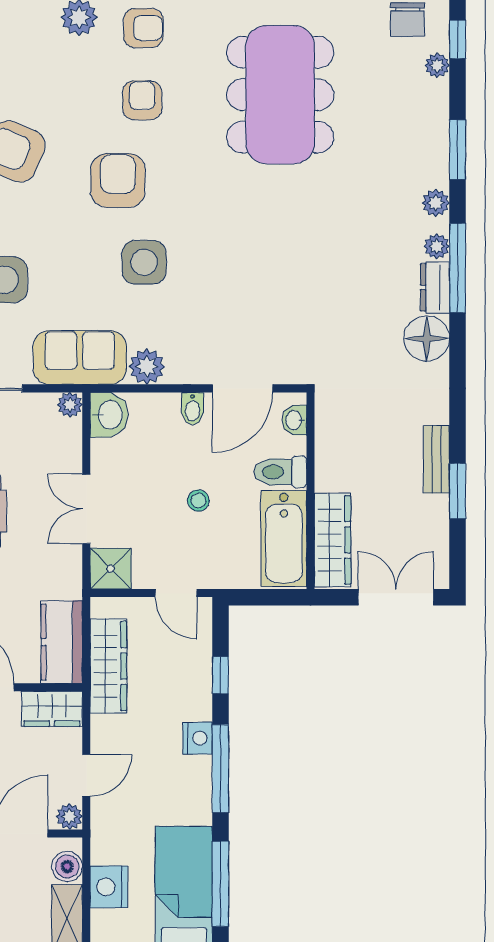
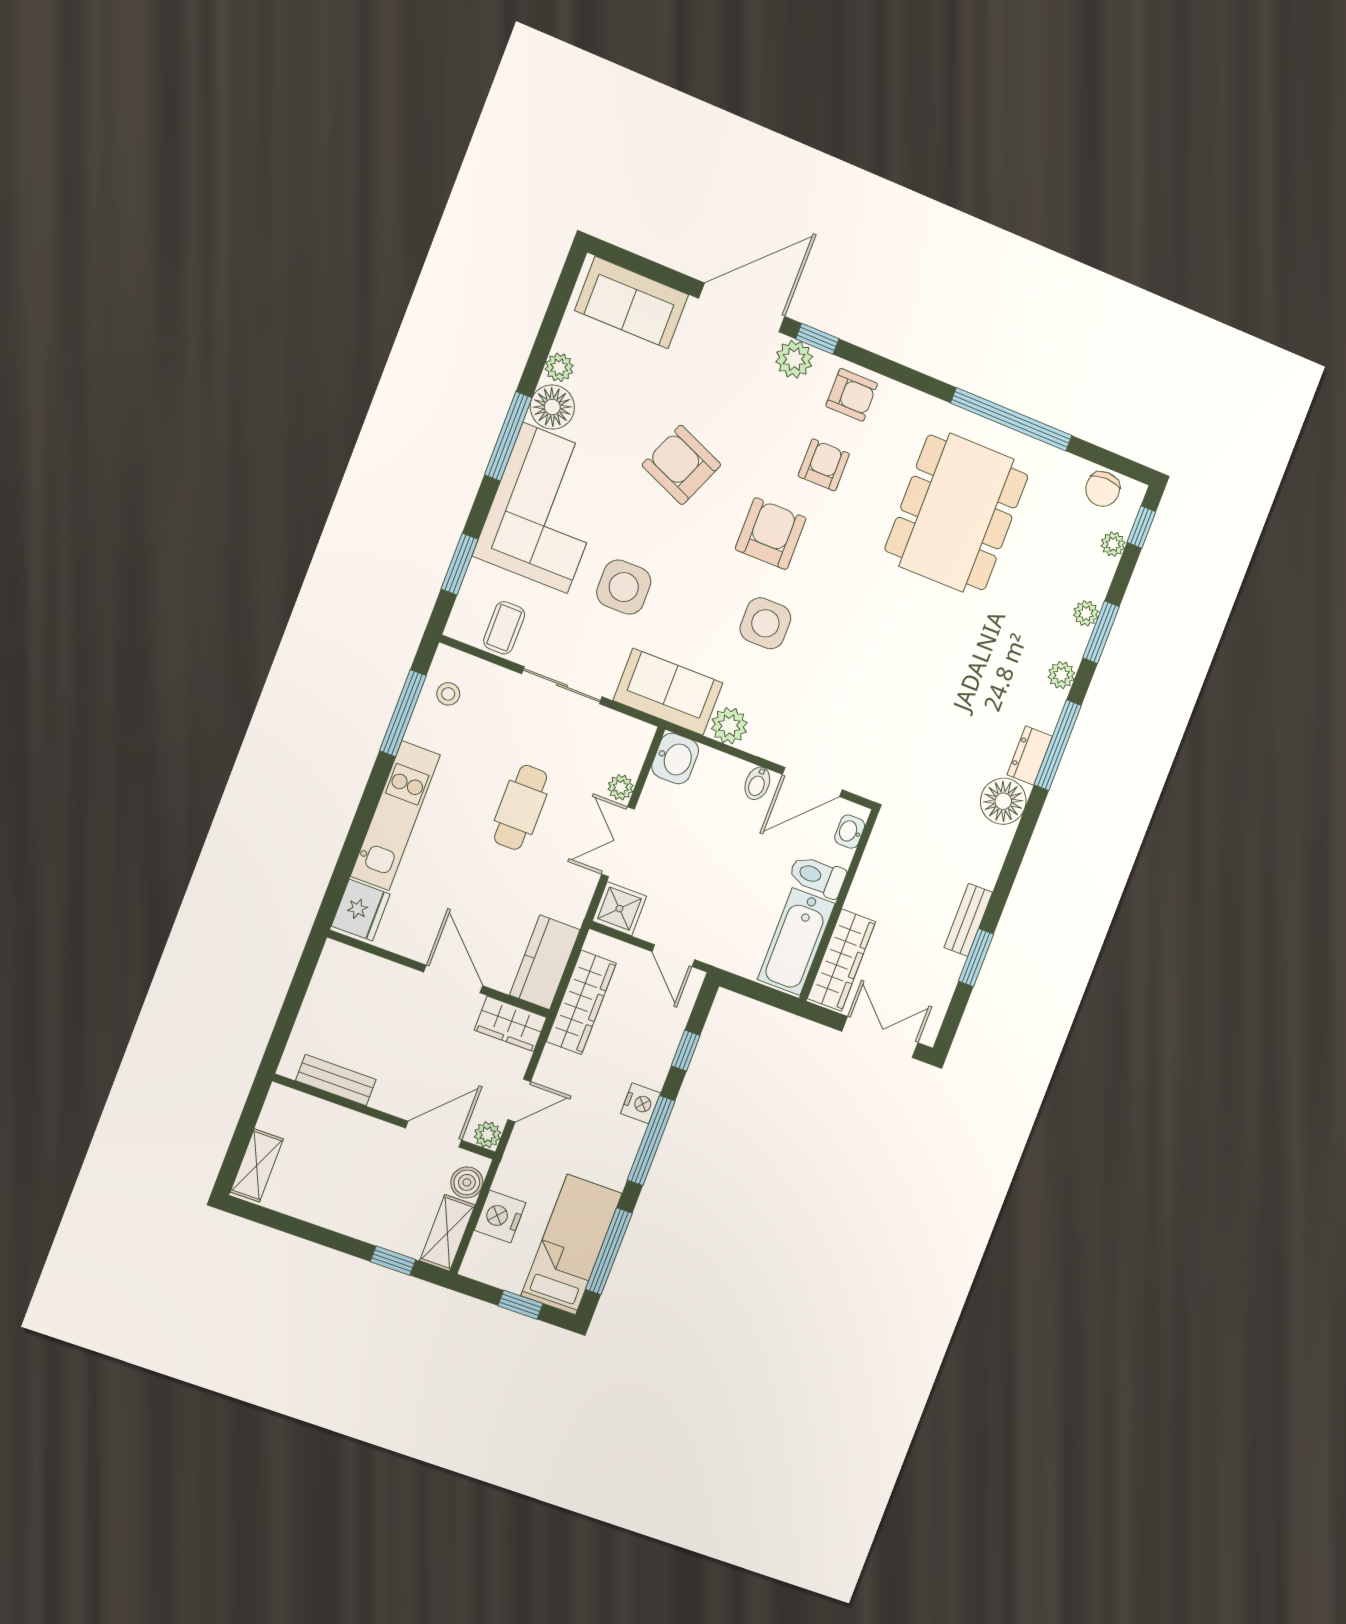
plant: (437, 246) -> (1086, 613), moved
plant: (70, 405) -> (621, 787), moved
stool: (198, 501) -> (729, 874), removed

